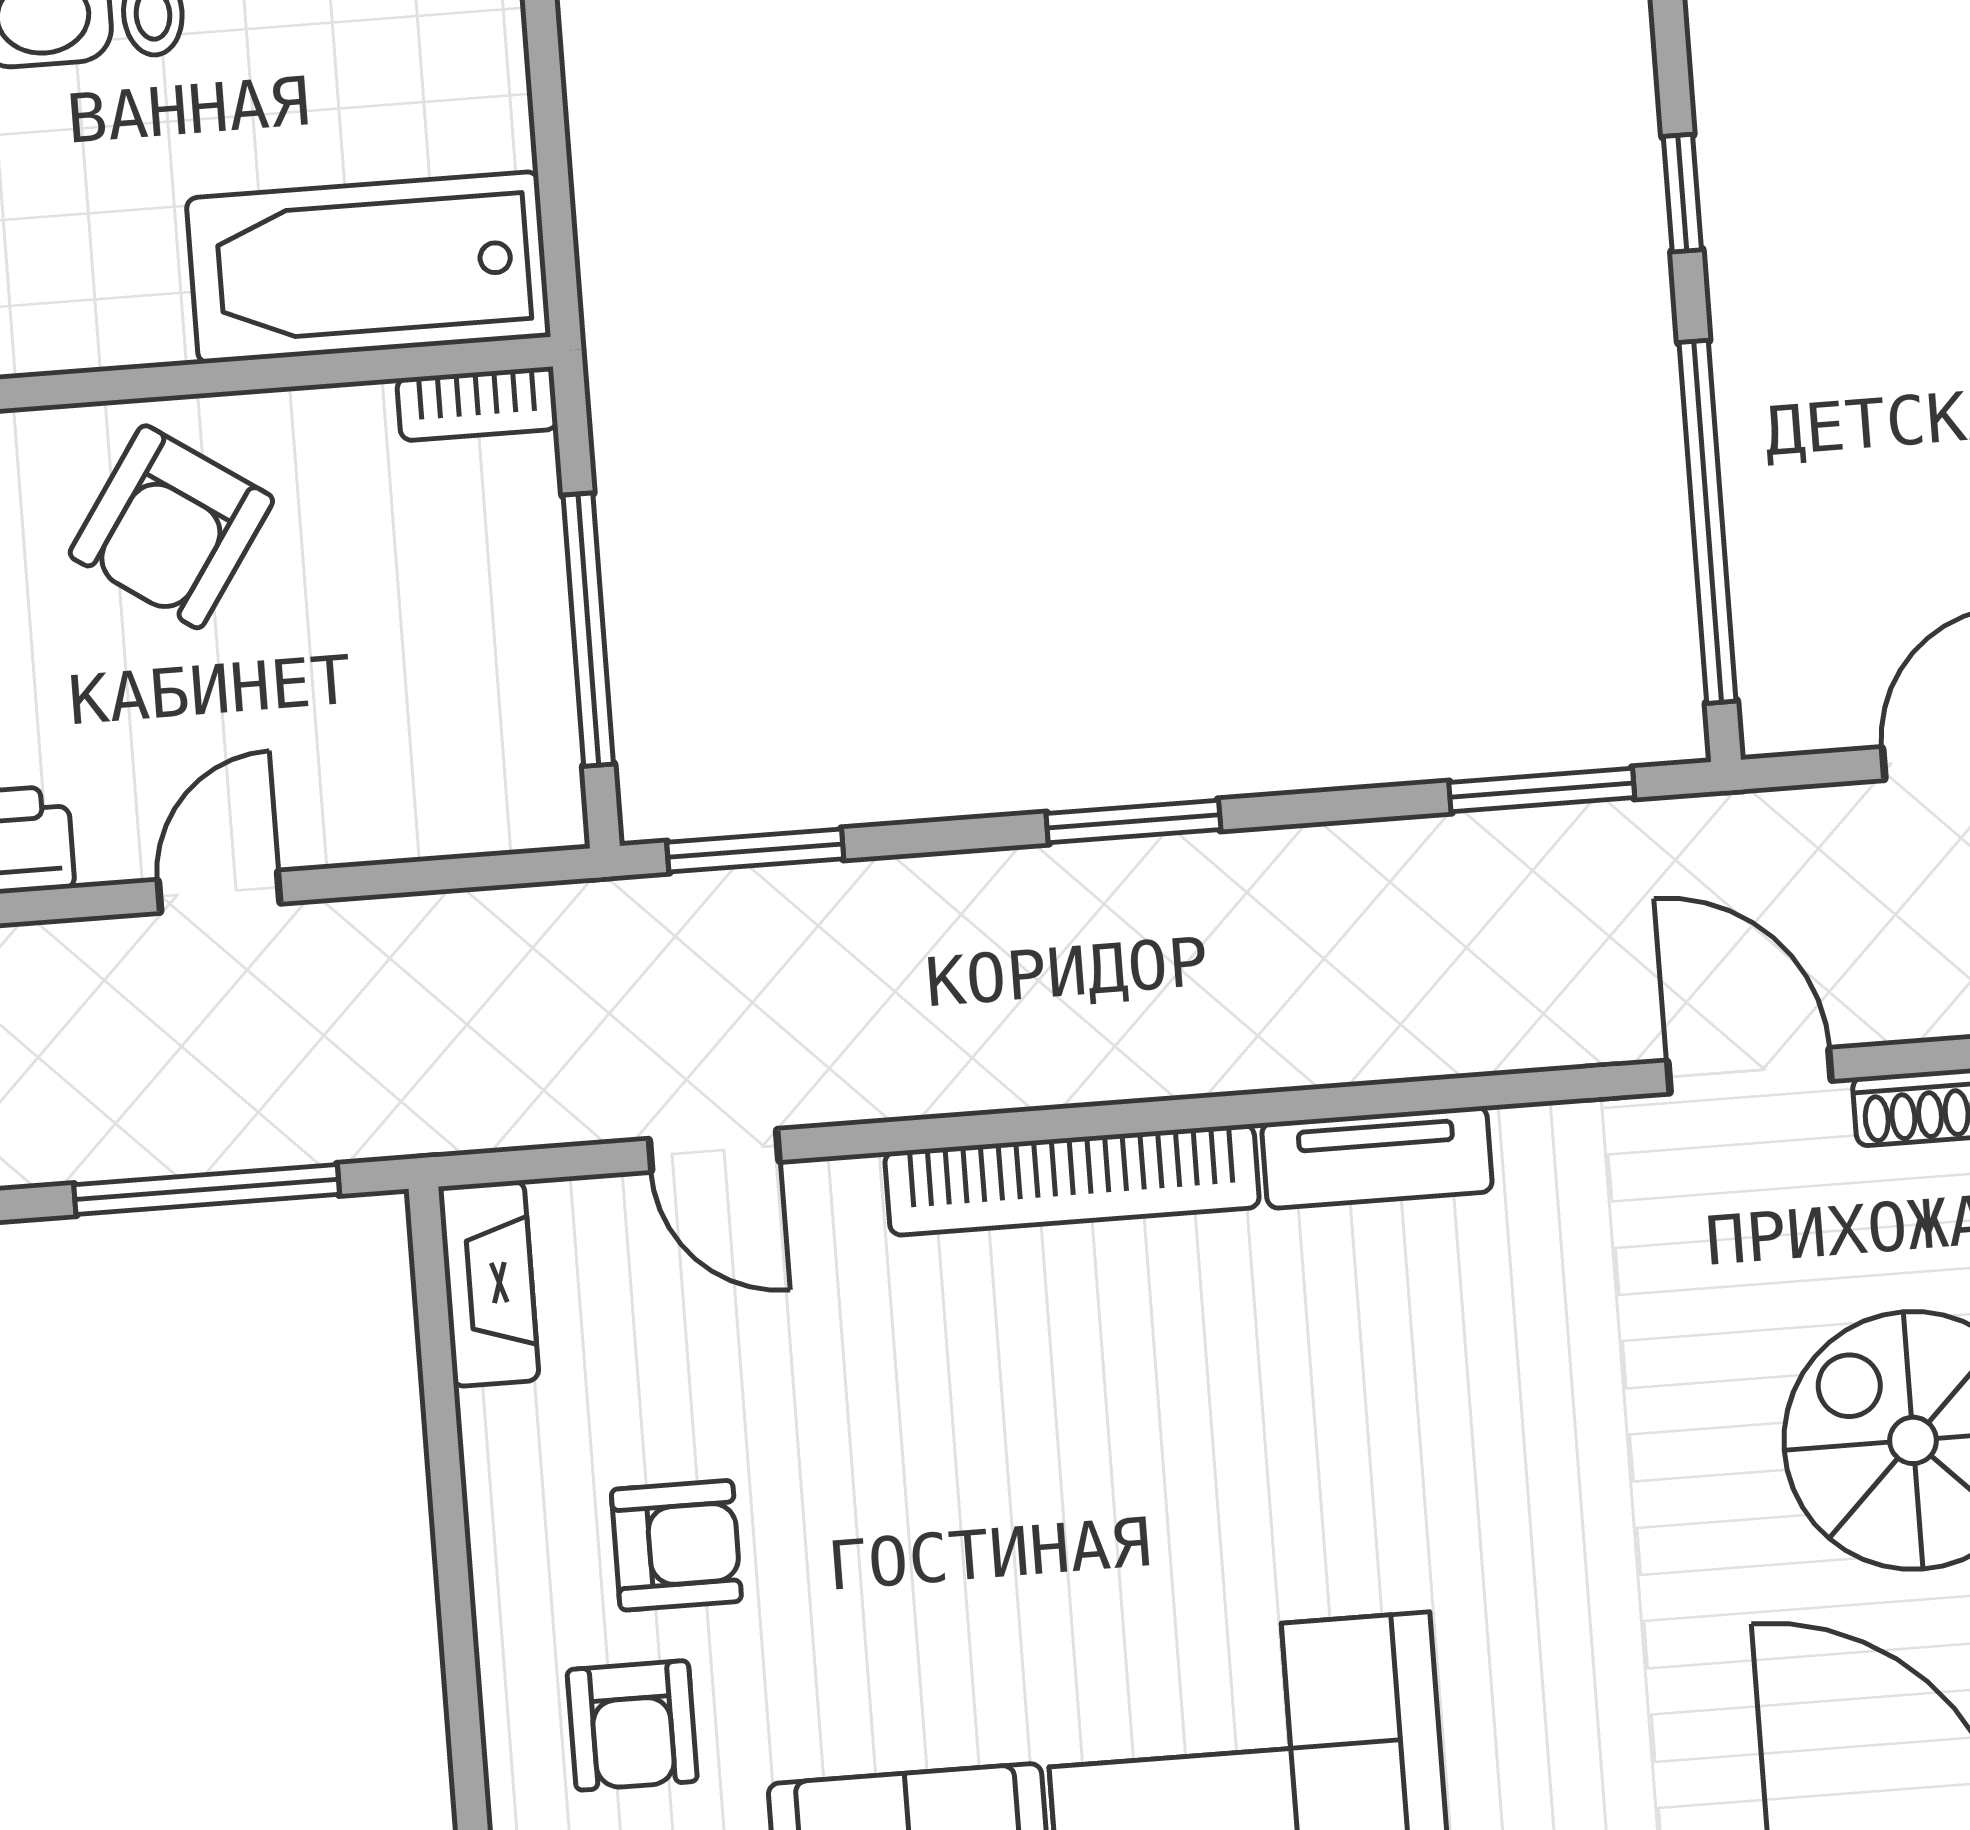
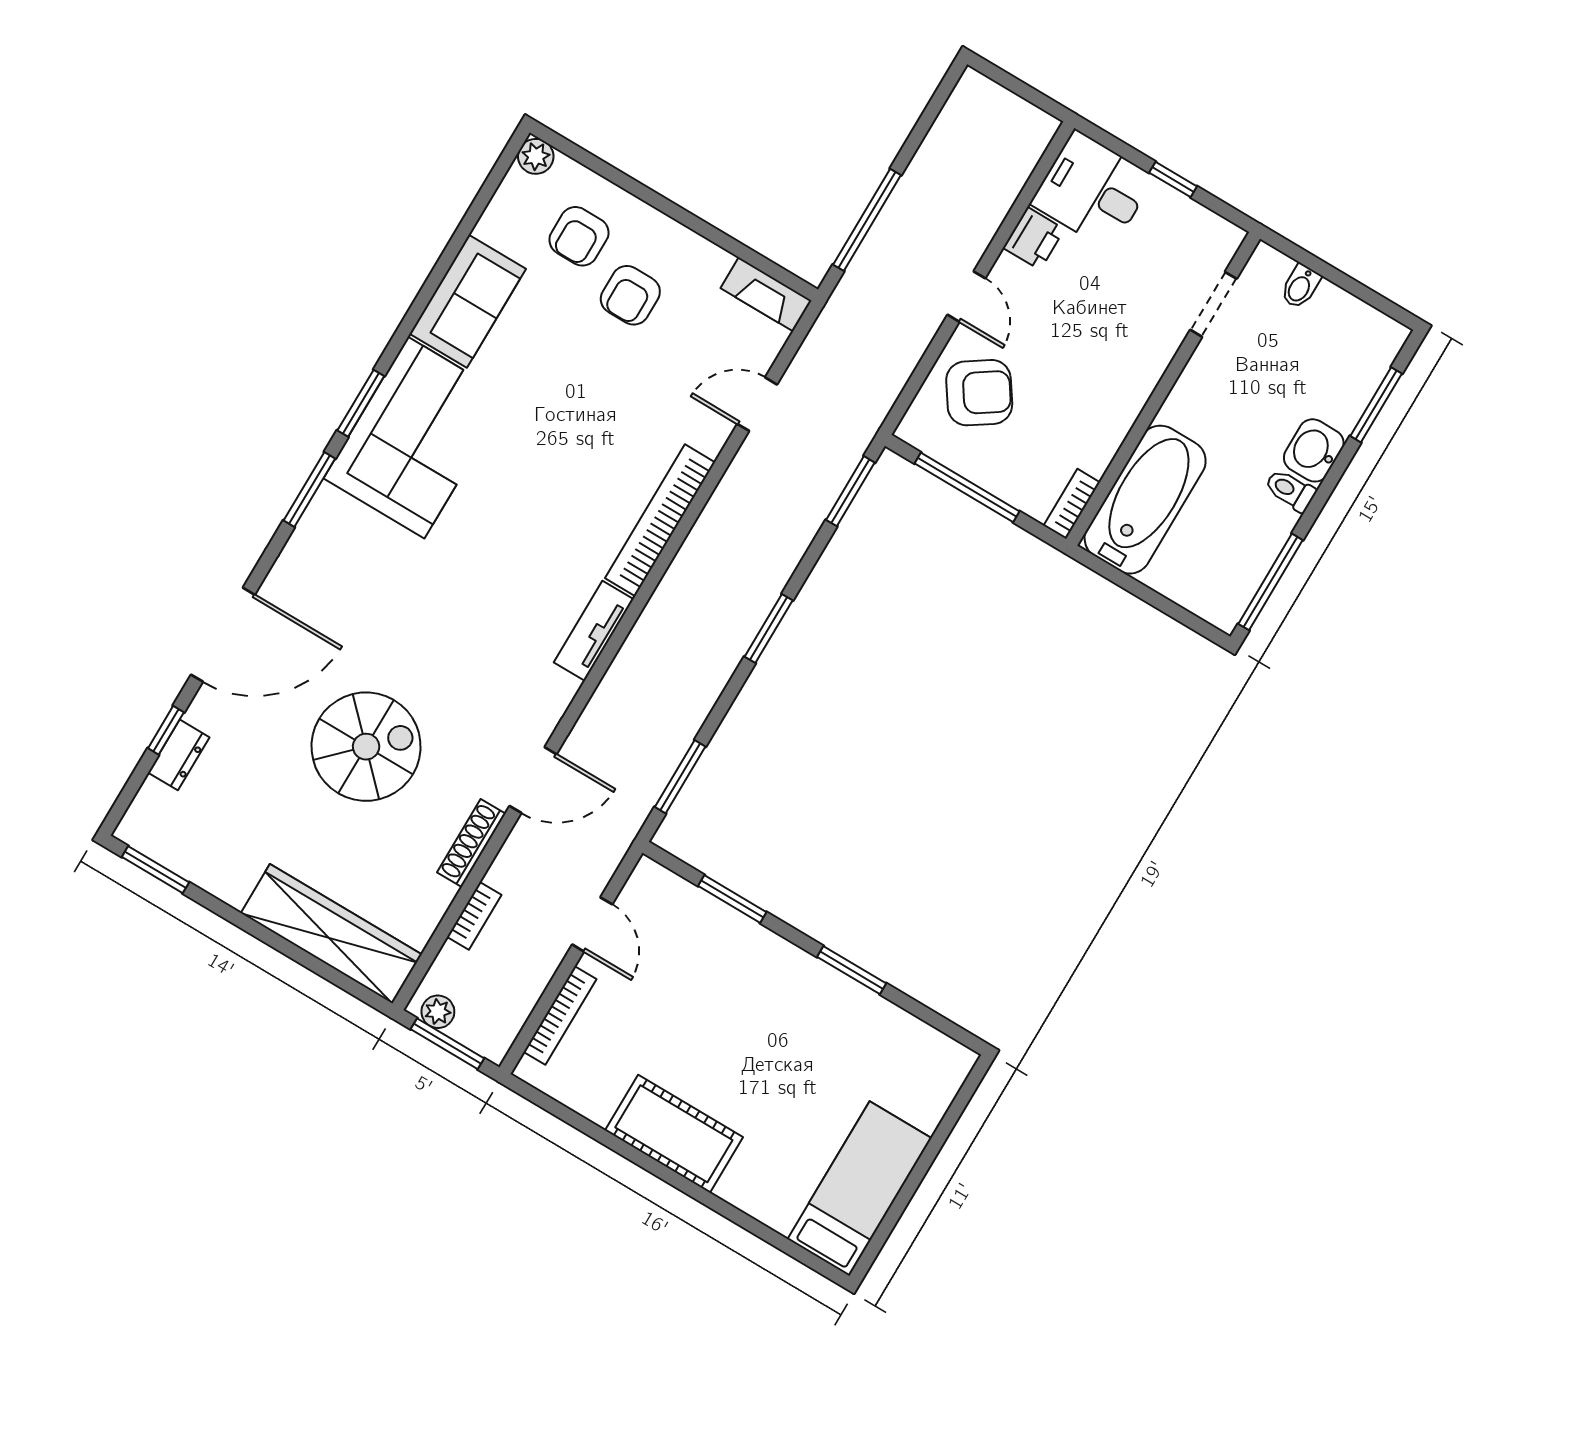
window: (1682, 193) -> (852, 970), width x1.50
window: (1708, 522) -> (732, 899), width x0.47
armchair: (171, 527) -> (979, 393), moved, turned 112
armchair: (632, 1725) -> (579, 236), turned -90

